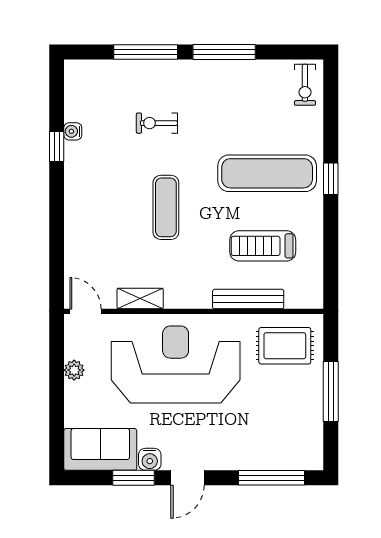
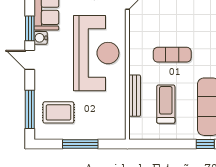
exercise mat: (166, 207) -> (172, 55), moved
shelving: (140, 299) -> (135, 32), removed
rug: (285, 346) -> (58, 112), moved, turned 90

